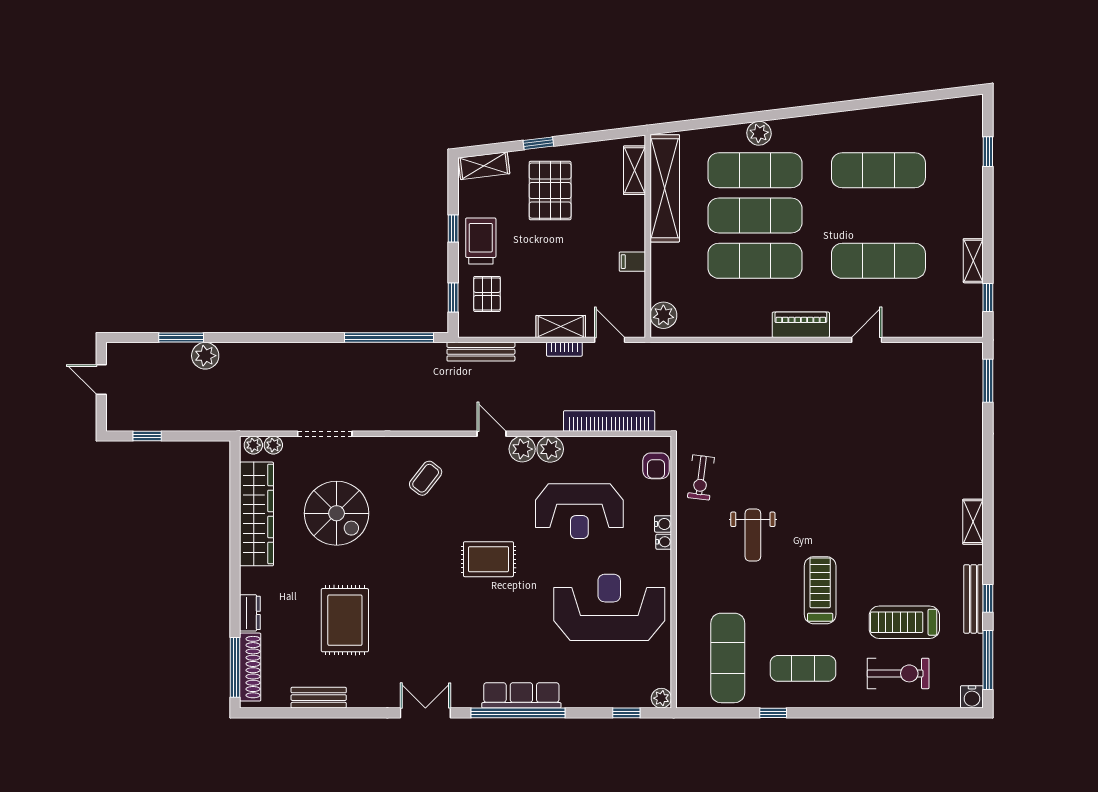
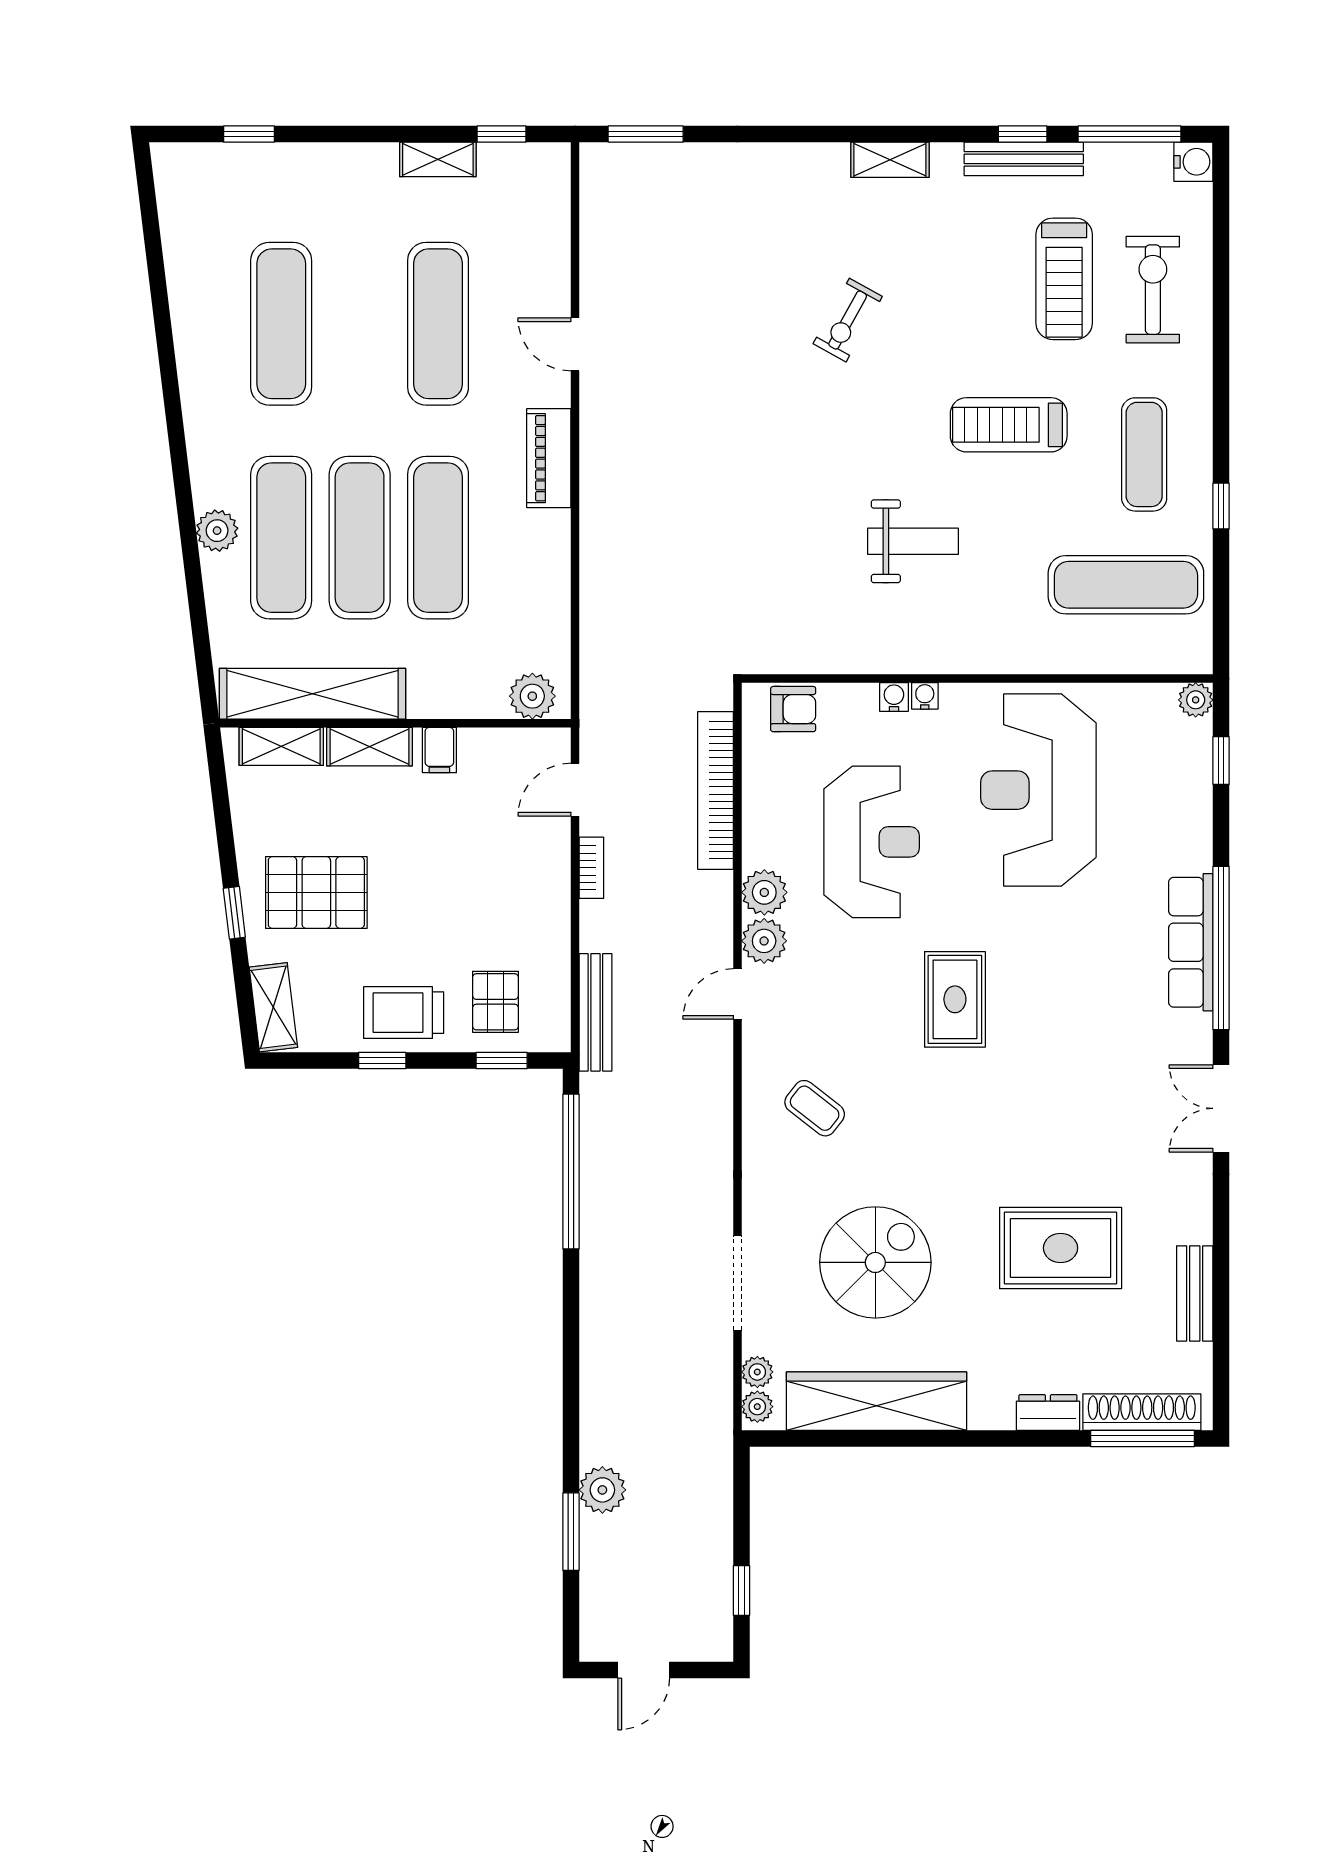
pallet: (487, 294) -> (495, 1002), turned 90
shelving: (561, 326) -> (370, 747), moved, turned 90
exercise bike: (701, 478) -> (848, 320), moved, turned 112

